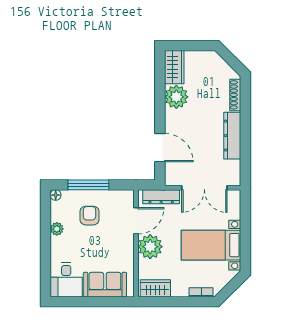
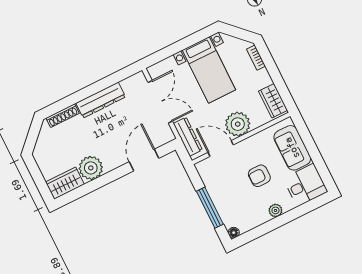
armchair: (89, 216) -> (259, 176), moved
plant: (57, 229) -> (275, 210), moved

